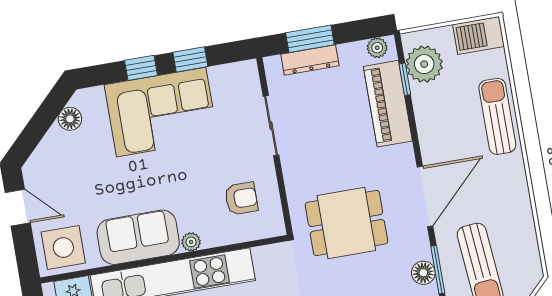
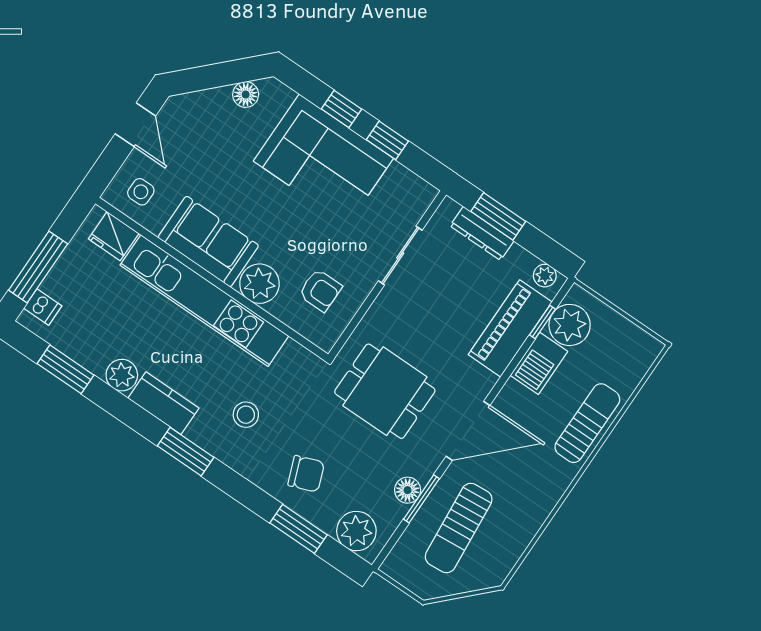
barbecue: (479, 35) -> (539, 363), moved, turned -90
plant: (191, 242) -> (260, 284), width x1.88, depth x1.88
side table: (63, 248) -> (141, 192), width x0.54, depth x0.54

